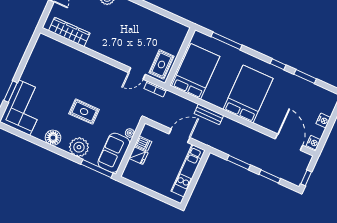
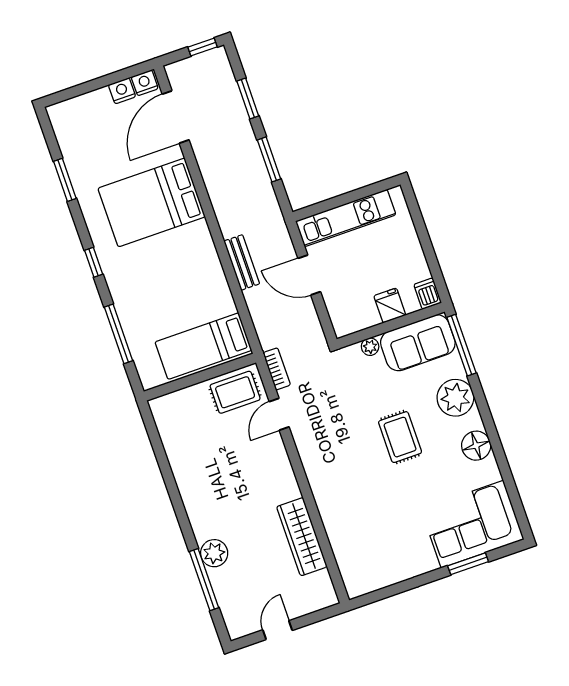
wardrobe: (69, 32) -> (302, 537), moved
window: (278, 64) -> (94, 262), moved
bed: (196, 71) -> (203, 346), width x0.67
door: (137, 73) -> (279, 414), swing flipped
bed: (248, 94) -> (152, 202), moved
nightstand: (323, 120) -> (122, 91), moved
dishwasher: (143, 144) -> (428, 294), moved

